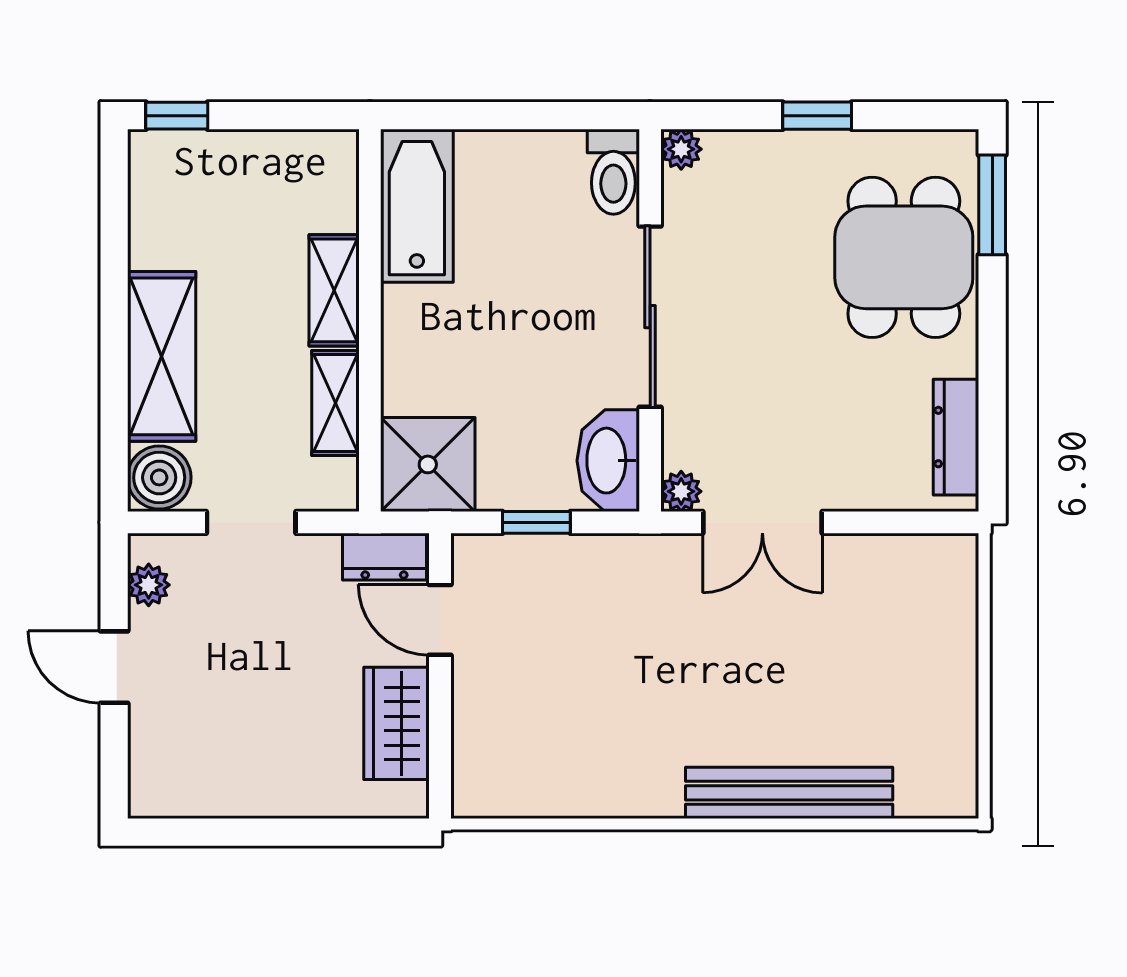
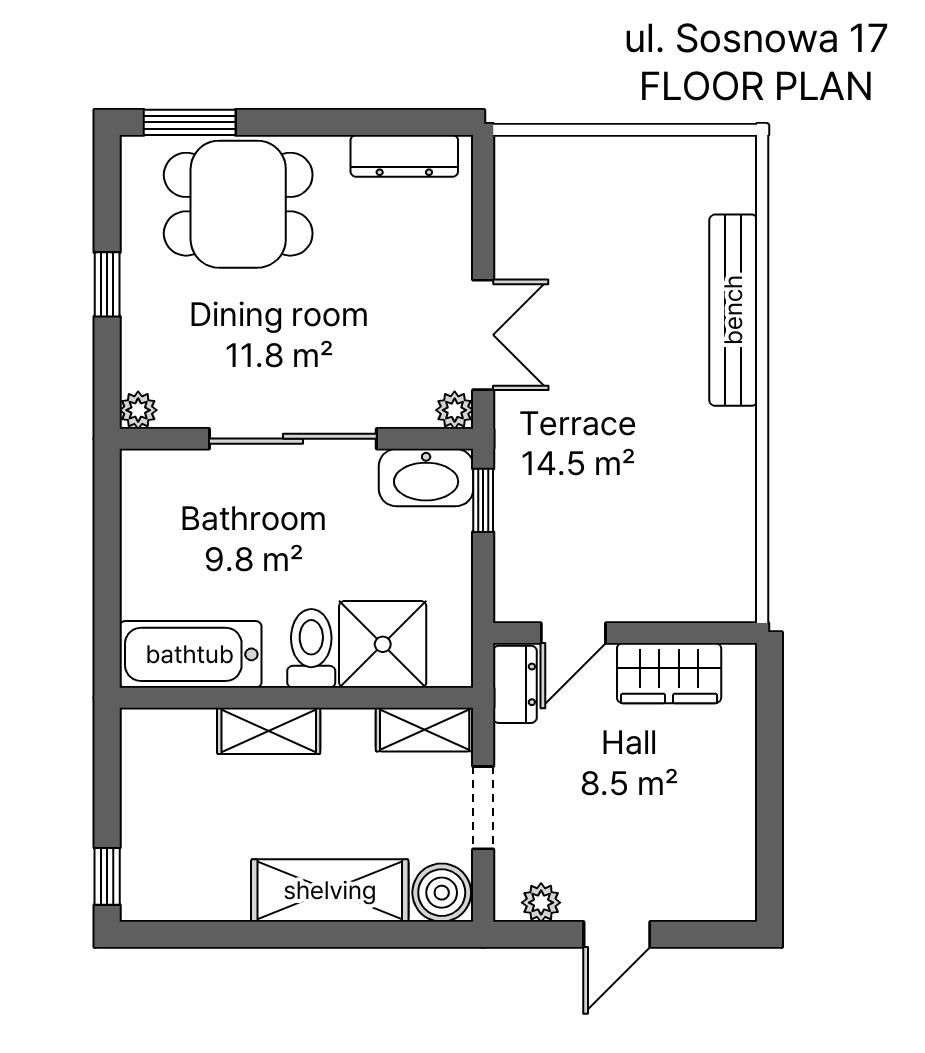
toilet: (613, 172) -> (311, 648), moved, turned -90
shelving: (336, 403) -> (425, 730), moved
shower: (428, 464) -> (383, 644), moved
window: (536, 522) -> (483, 500), moved

